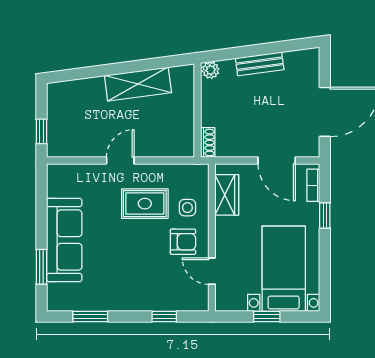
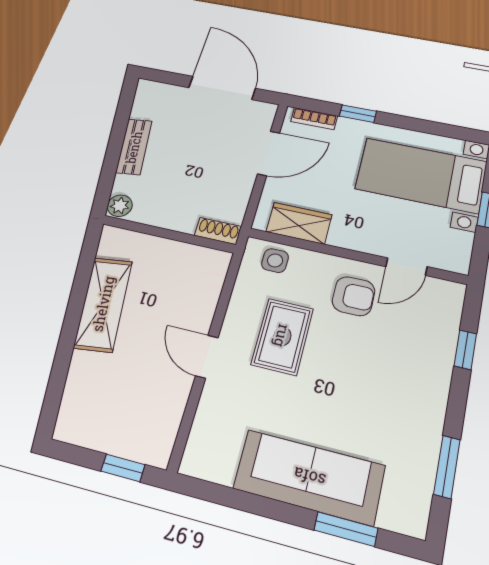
side table: (187, 208) -> (275, 260), moved
armchair: (183, 242) -> (354, 296), turned 90

